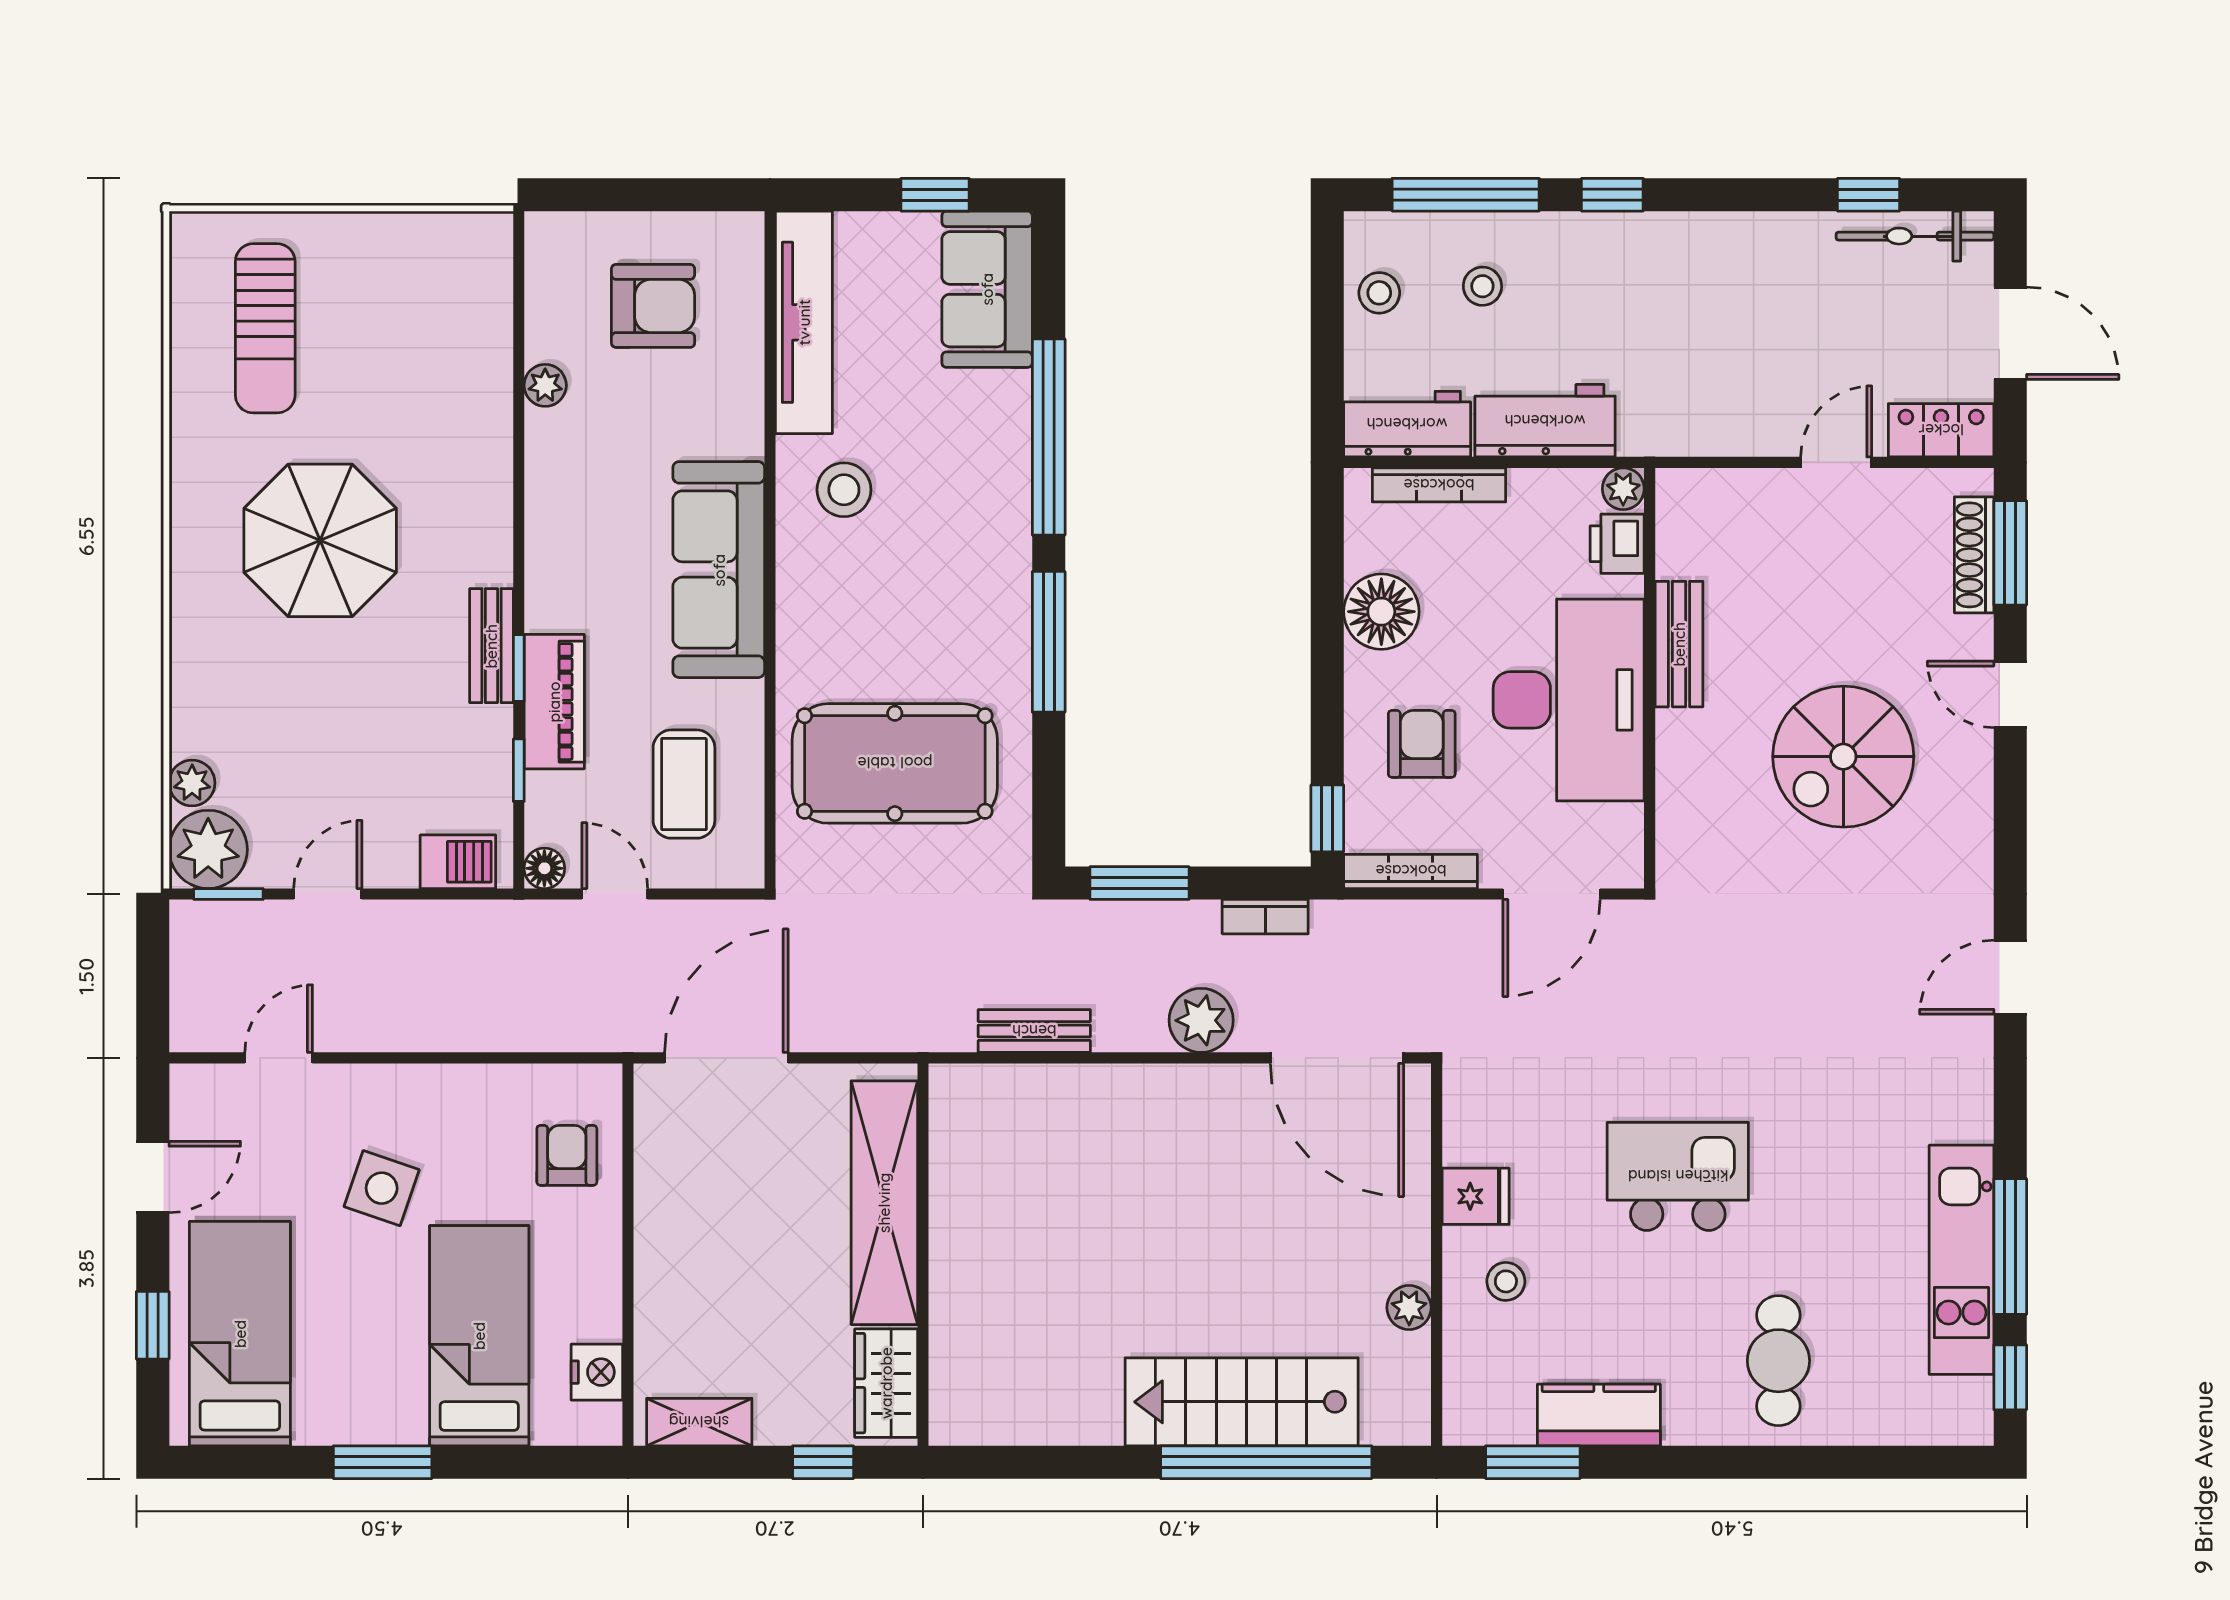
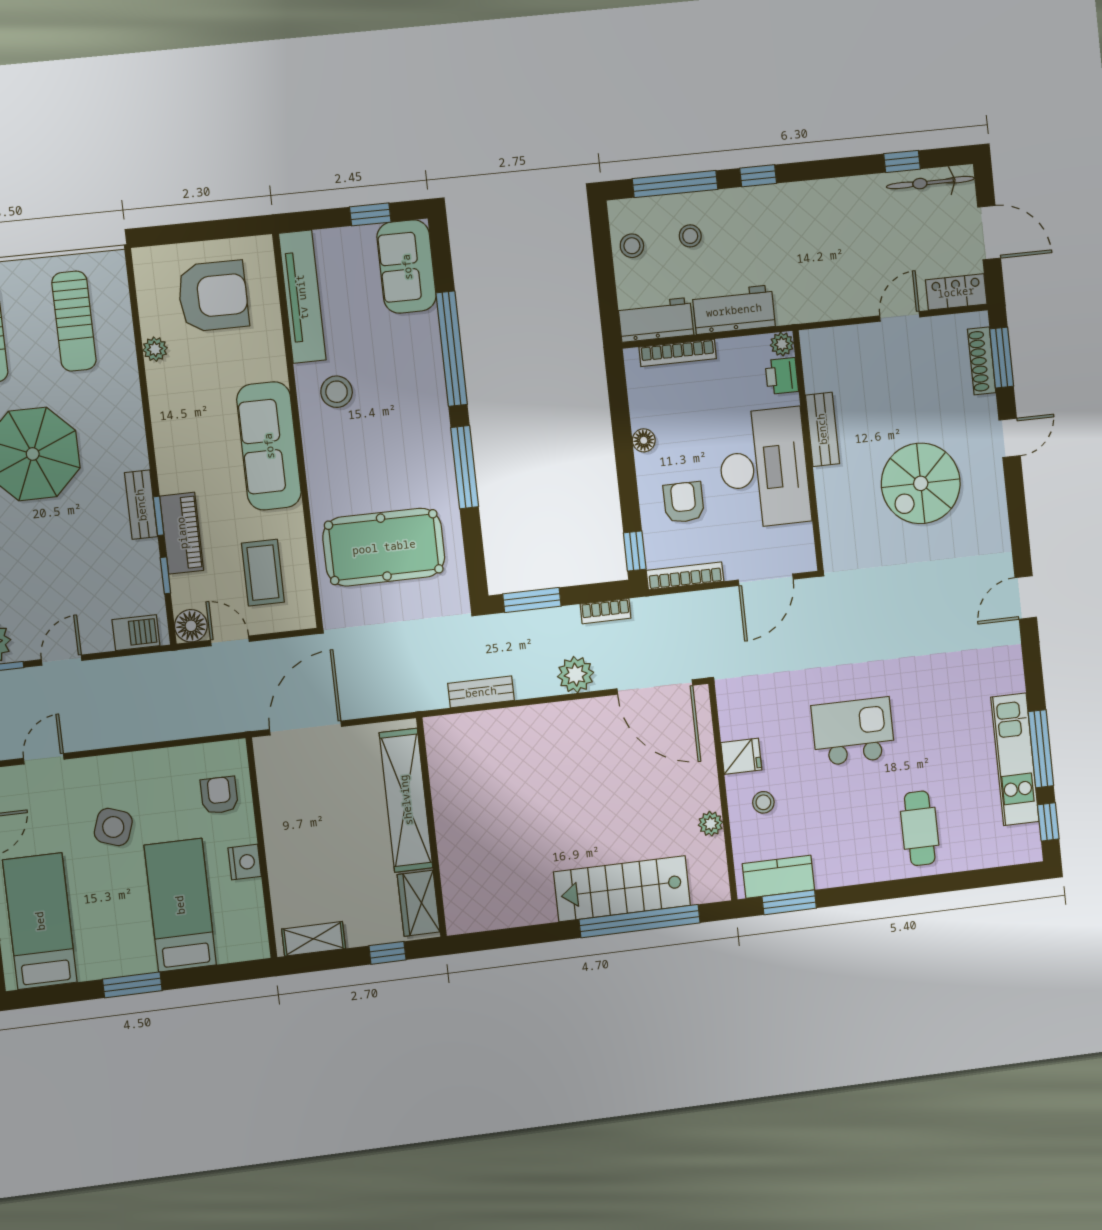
armchair: (653, 306) -> (213, 296), width x1.36, depth x1.36
sun lounger: (415, 324) -> (74, 321), added
floor lamp: (1381, 612) -> (644, 440), width x0.53, depth x0.53
door: (2010, 694) -> (1010, 438), swing flipped
floor lamp: (544, 868) -> (191, 626), width x1.37, depth x1.37
nightstand: (597, 1372) -> (245, 862), moved
kitchen counter: (1599, 1415) -> (778, 877), moved

